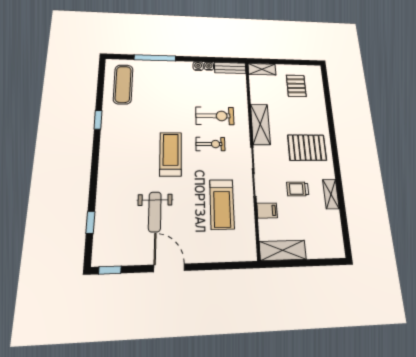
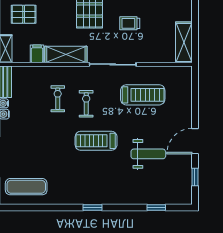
exercise bike: (215, 116) -> (58, 99), width x0.73, depth x0.72
window: (98, 120) -> (93, 208), moved
trolley: (298, 189) -> (130, 23), turned 90
filing cabinet: (267, 211) -> (37, 54), moved
window: (110, 270) -> (195, 177), moved

